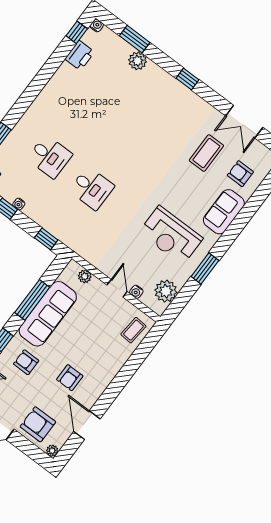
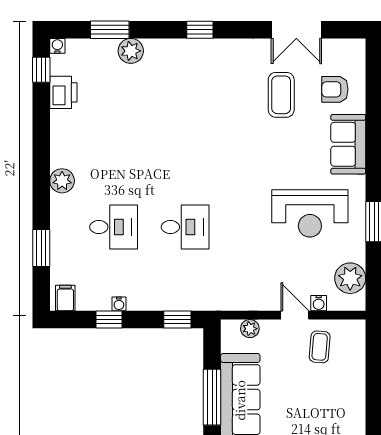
plant: (40, 107) -> (62, 181), added
coffee table: (133, 330) -> (320, 347), moved

